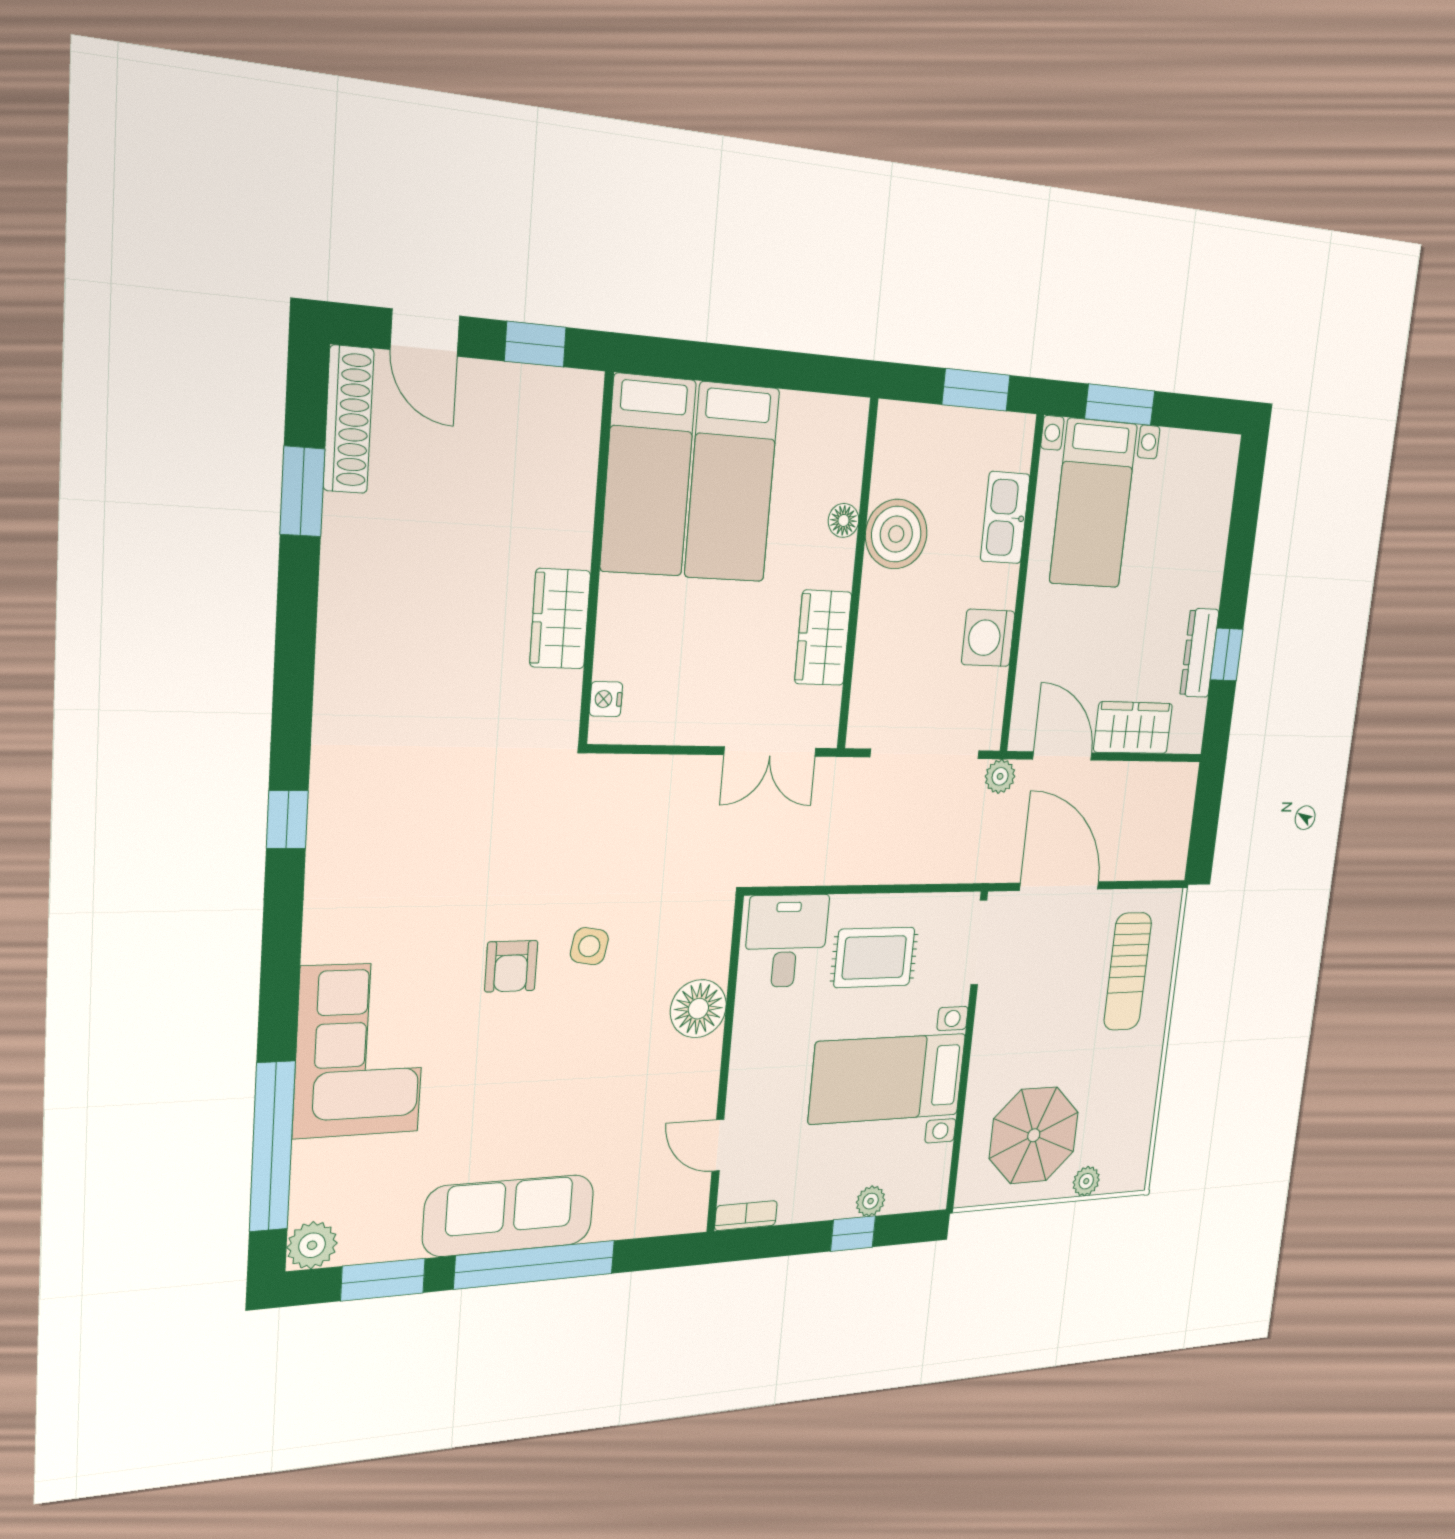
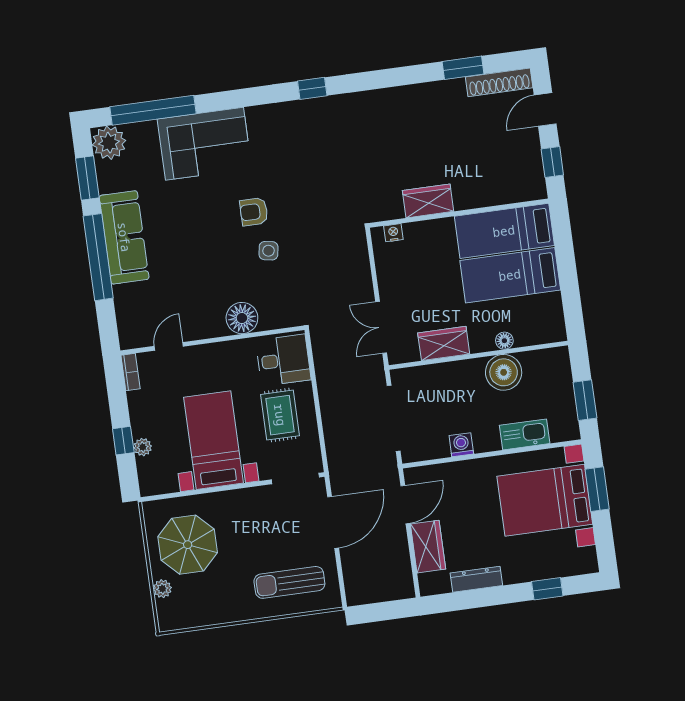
bed with nightstands: (1093, 504) -> (545, 500), width x1.36
washing machine: (988, 638) -> (461, 445), width x0.73, depth x0.73
window: (1227, 654) -> (547, 589), moved
plant: (1000, 776) -> (388, 468), removed
plant: (312, 1245) -> (109, 143), width x1.36, depth x1.36

